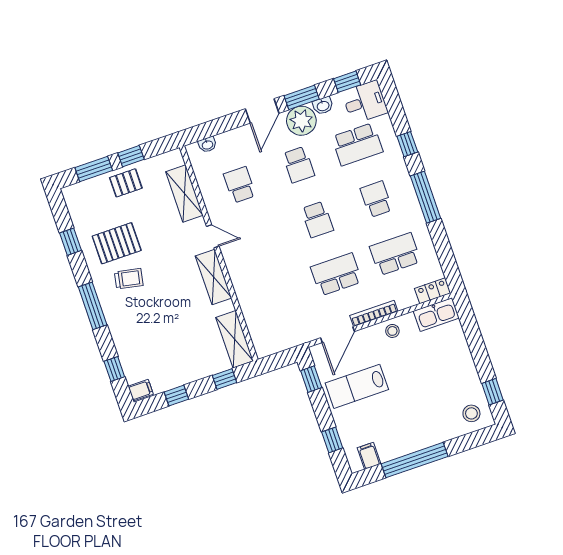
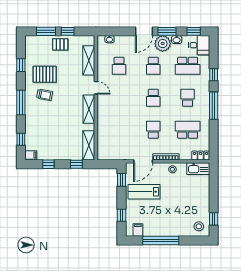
school desk: (240, 185) -> (119, 66), turned 180
school desk: (336, 274) -> (153, 130), width x0.54

